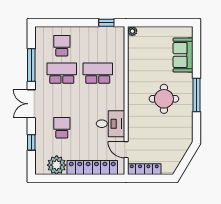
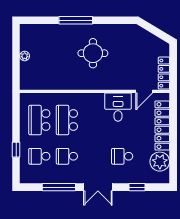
window: (106, 23) -> (16, 150), moved
plant: (132, 31) -> (25, 56), moved
school desk: (98, 46) -> (39, 120), added
sofa: (183, 55) -> (49, 34), removed
school desk: (62, 73) -> (67, 156), width x0.54
window: (197, 95) -> (76, 20), moved

